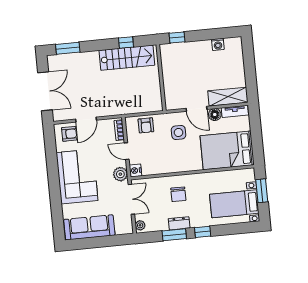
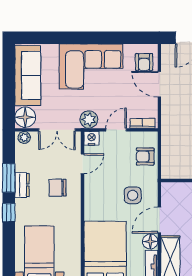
door: (157, 176) -> (82, 164), added
floor lamp: (124, 226) -> (25, 117), added

